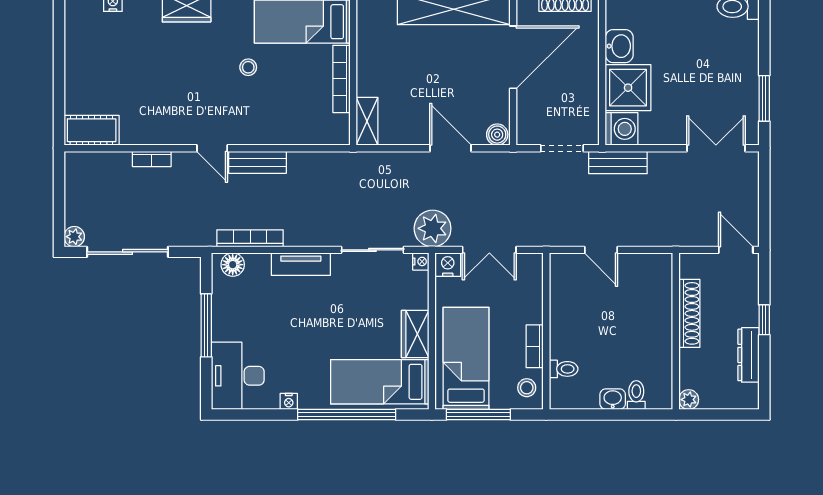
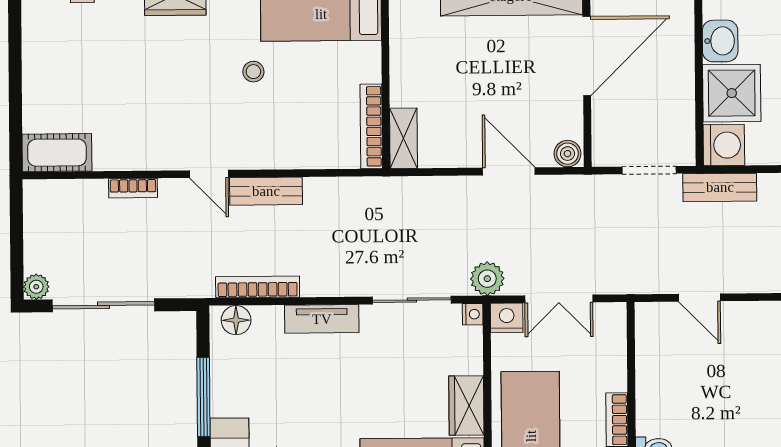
bookcase: (341, 79) -> (371, 126), moved
plant: (433, 228) -> (487, 279), width x0.73, depth x0.73

